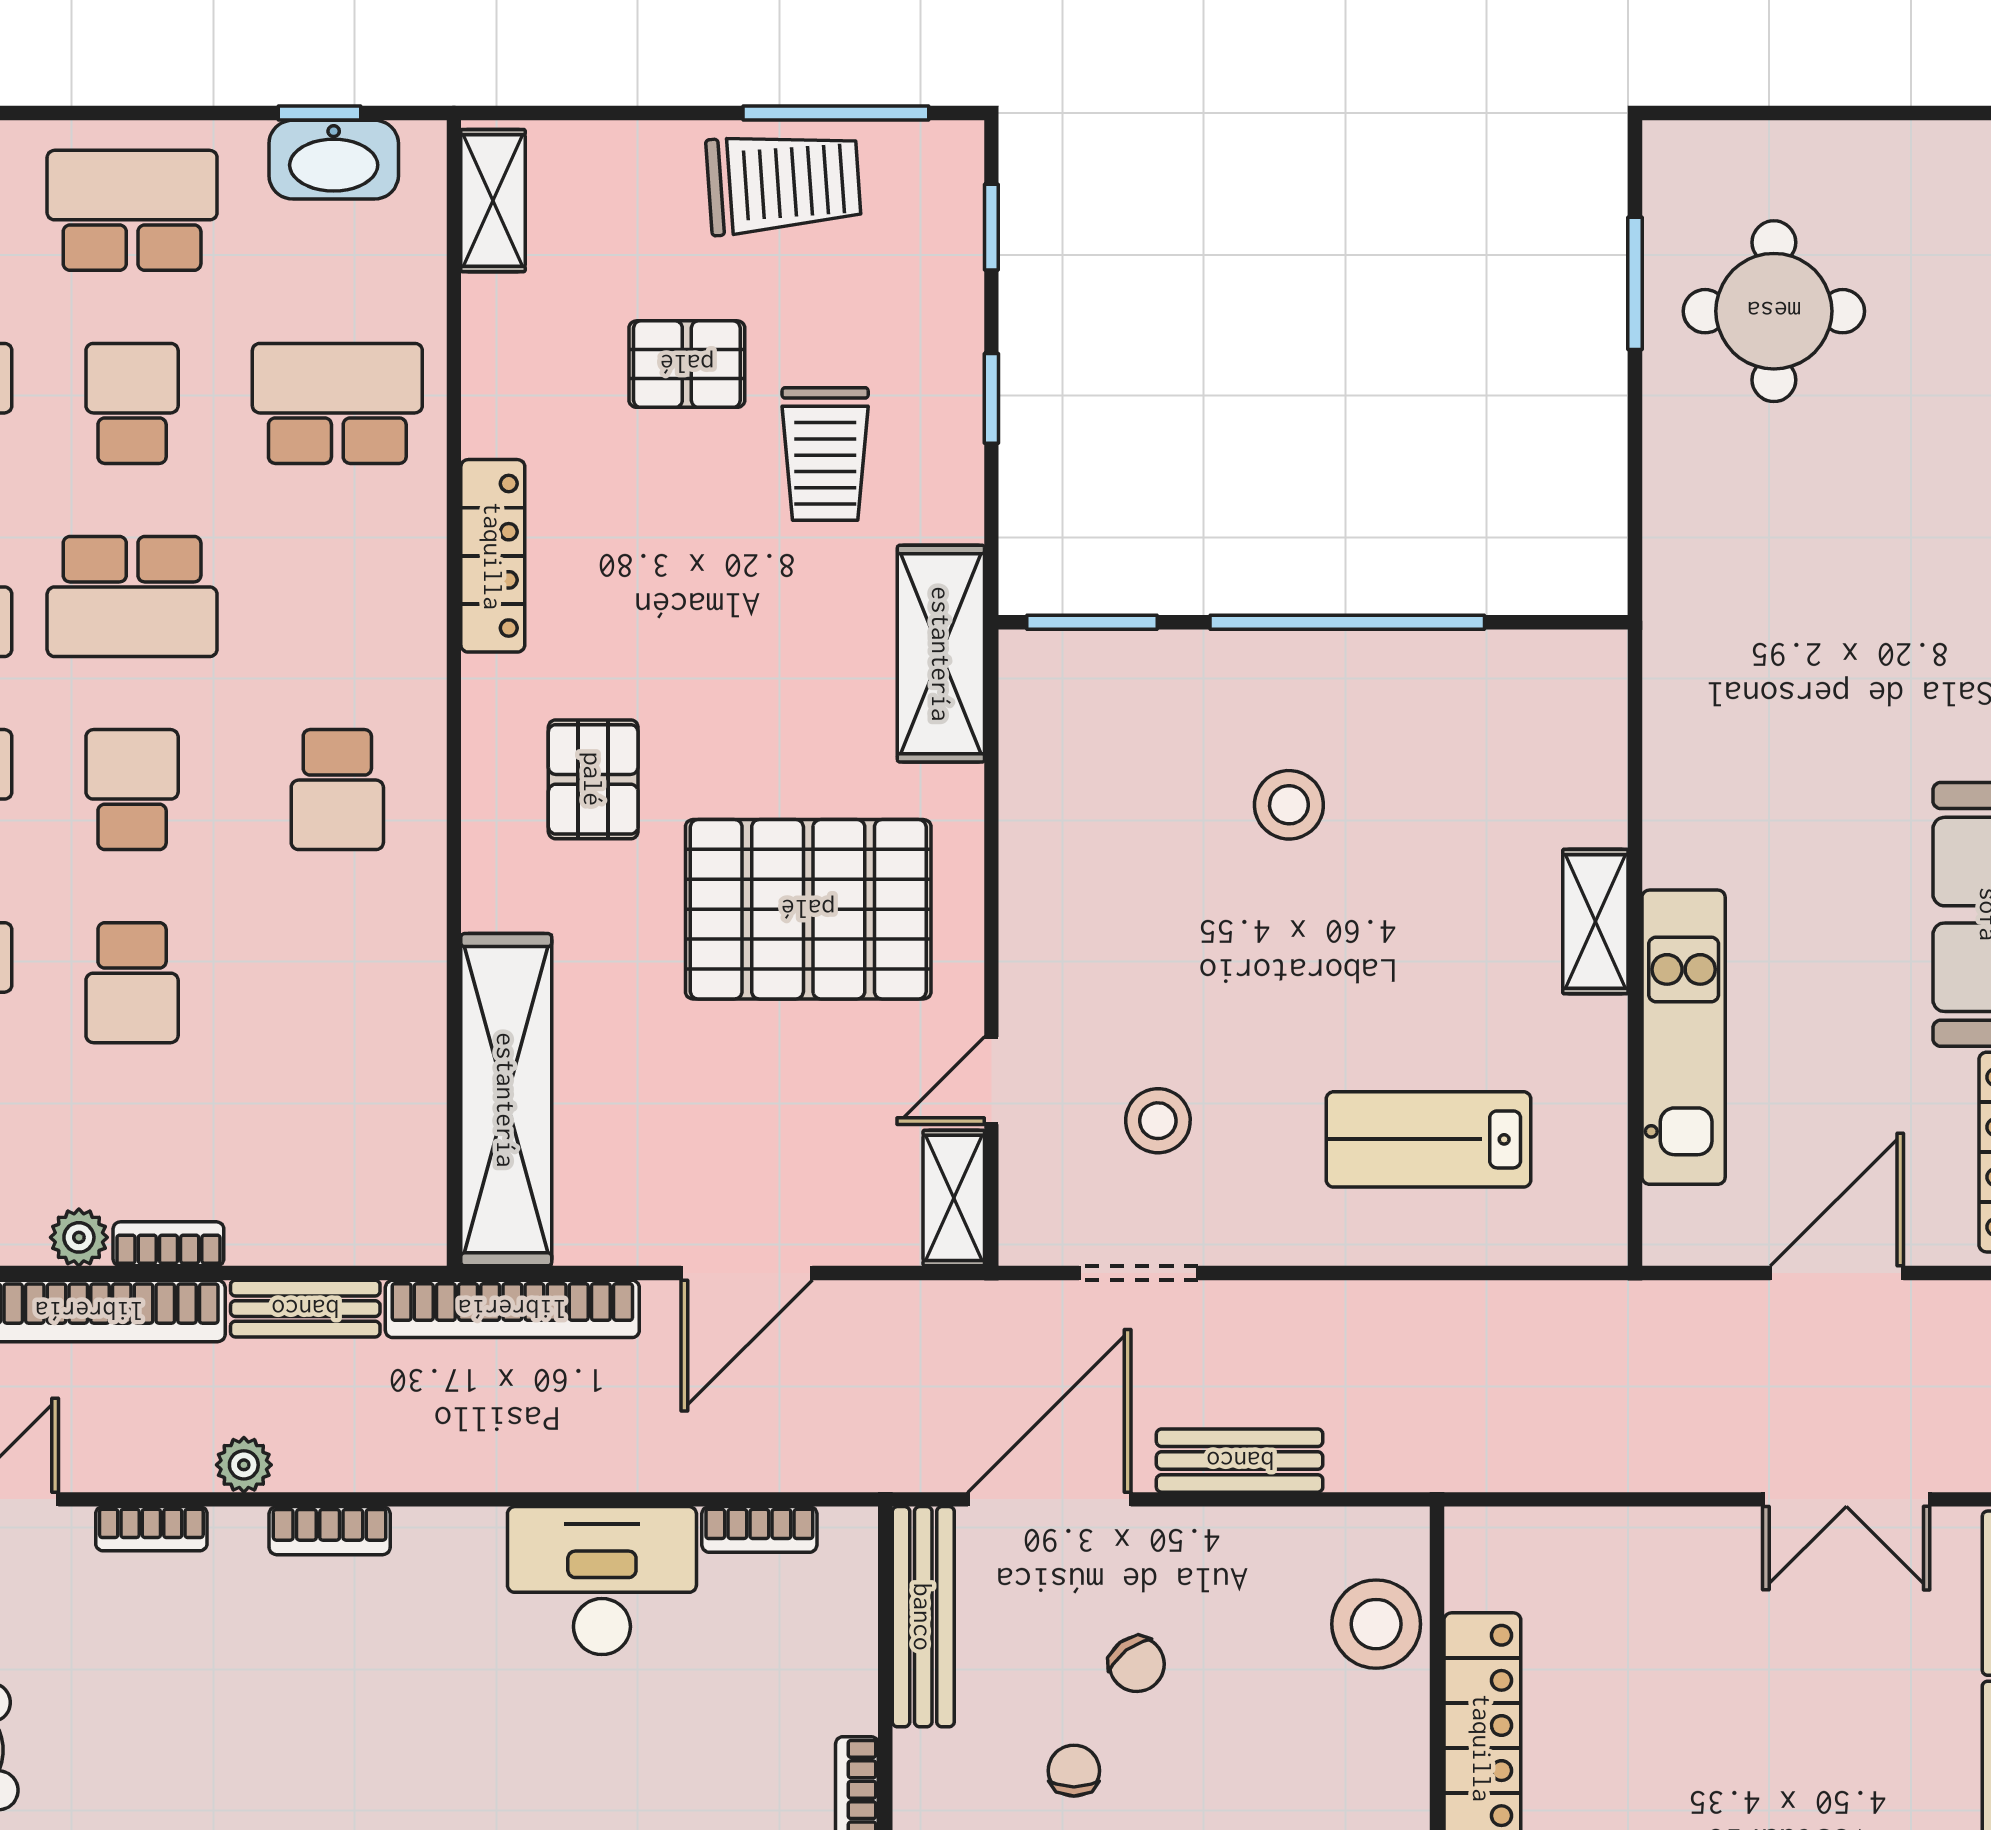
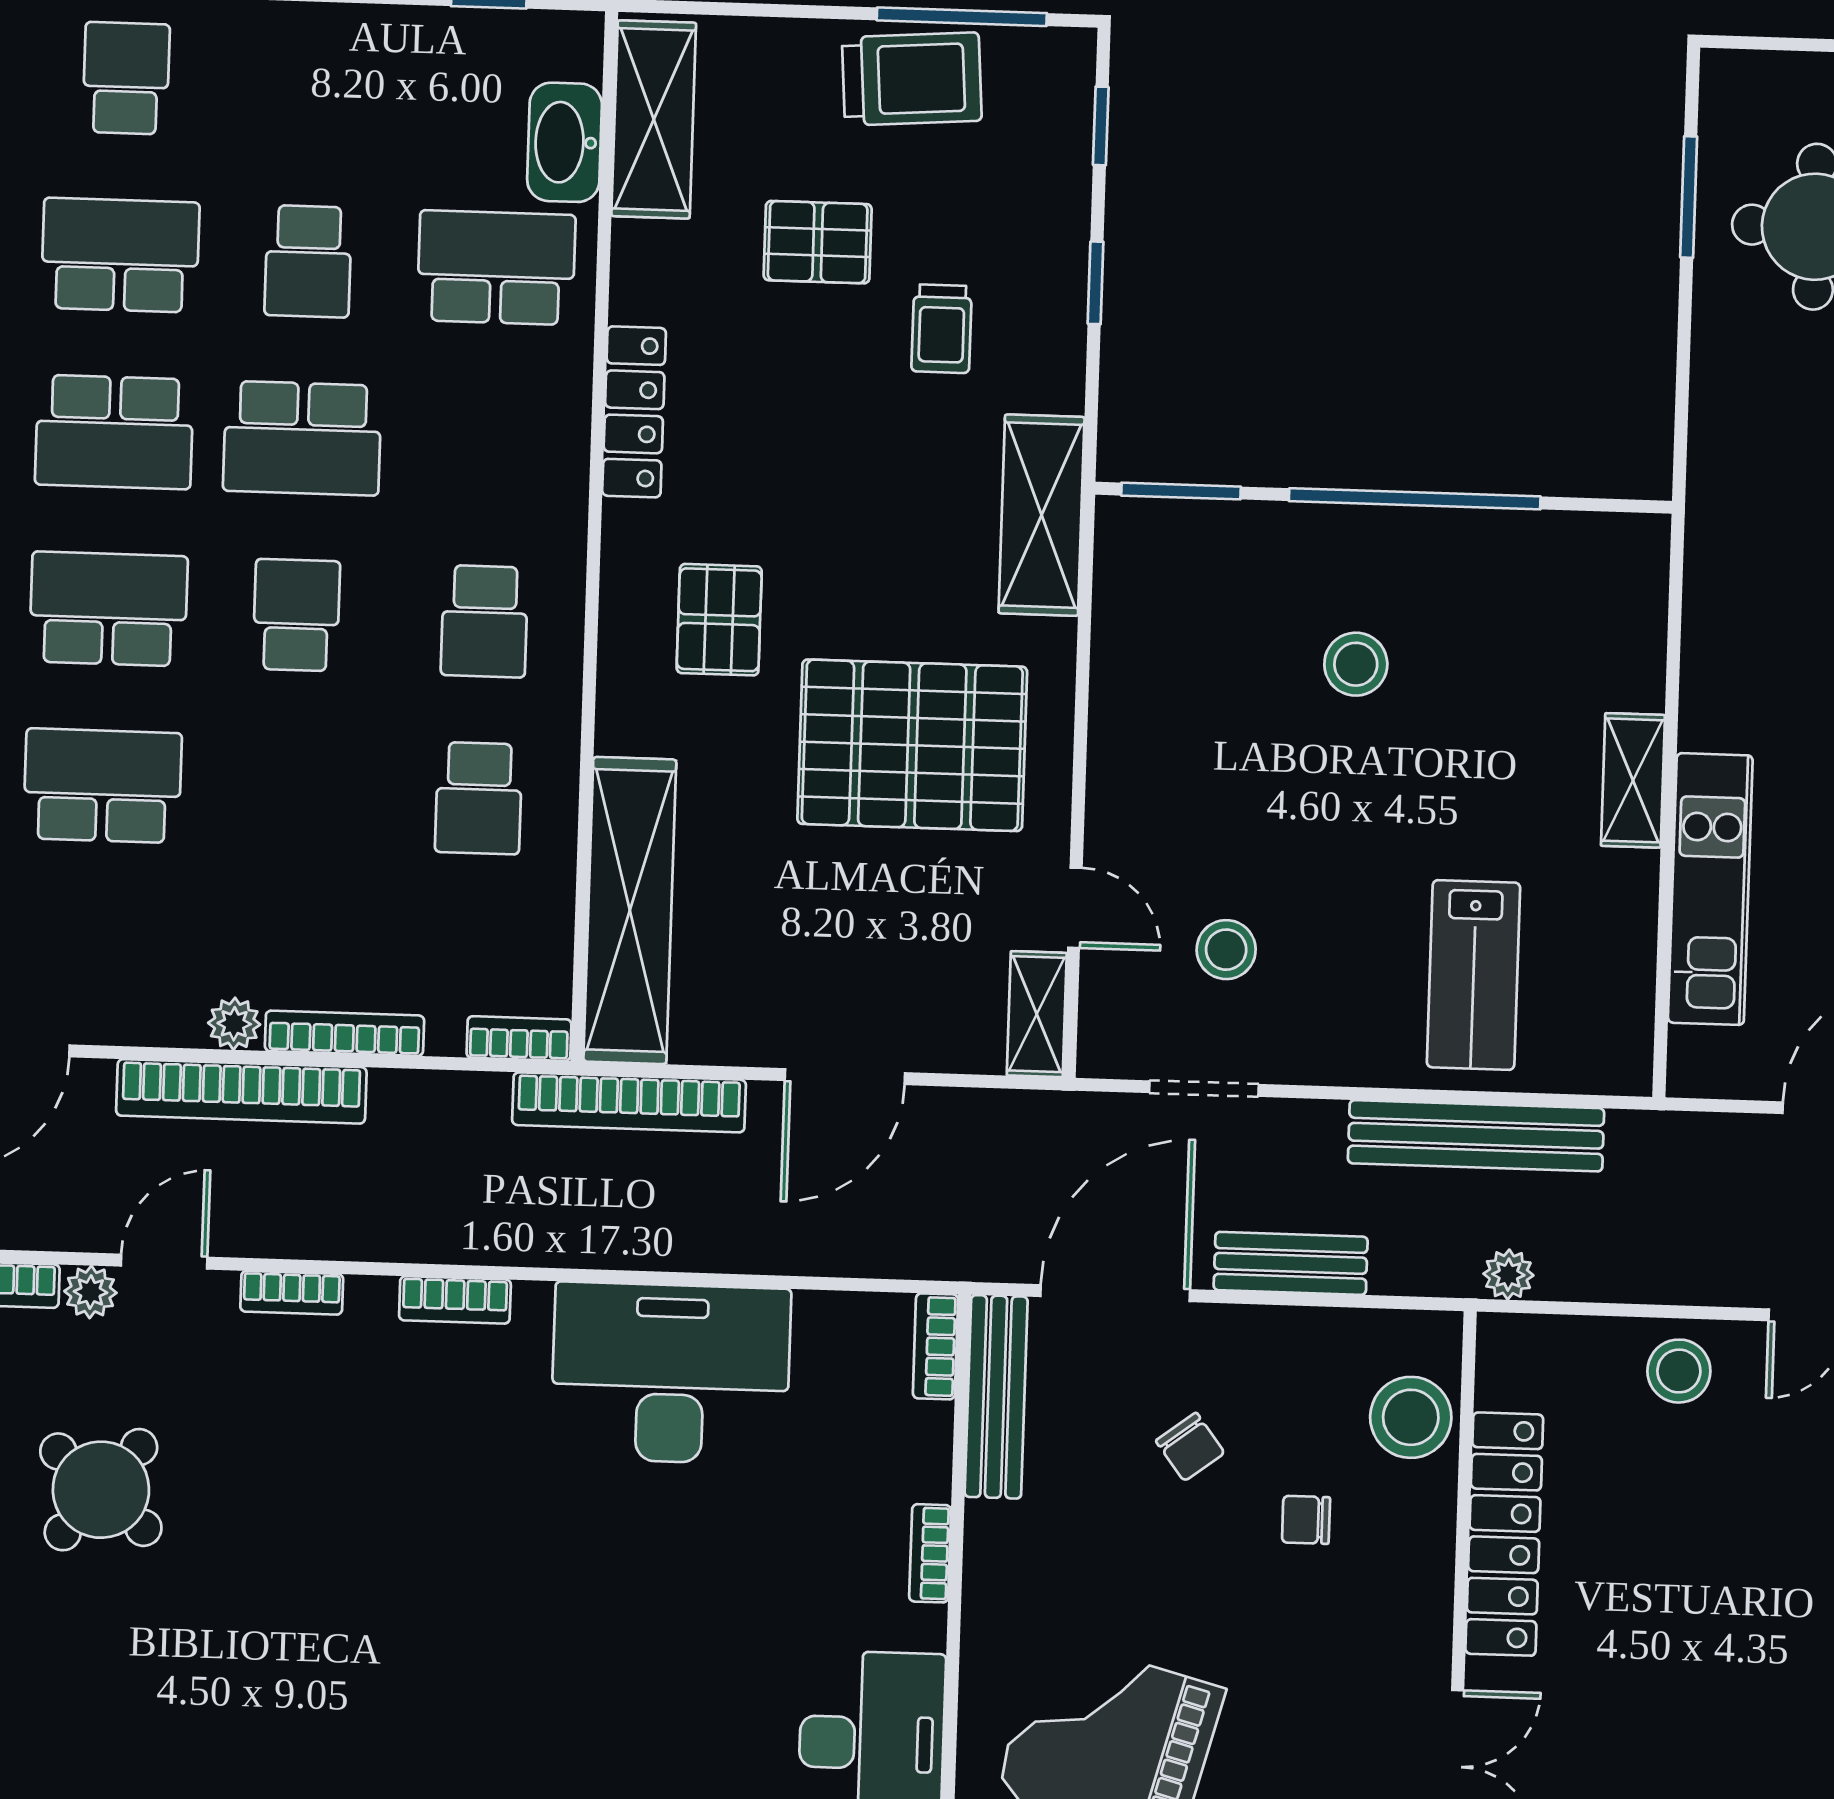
washbasin: (334, 160) -> (565, 142), moved, turned 90
shelving: (493, 201) -> (654, 119), width x1.50, depth x1.33
school desk: (132, 210) -> (314, 84), removed
school desk: (132, 403) -> (308, 261), turned 180
trolley: (825, 454) -> (942, 329), width x0.73, depth x0.72
school desk: (132, 983) -> (479, 798), moved
door: (991, 1081) -> (1075, 908), swing flipped
lab bench: (1429, 1139) -> (1473, 975), turned -90
bookcase: (390, 1243) -> (519, 1039), added
bookcase: (168, 1244) -> (344, 1033), width x1.56
bench: (305, 1309) -> (1476, 1136), moved, width x1.86, depth x1.21
plant: (244, 1465) -> (1508, 1275), moved
bookcase: (759, 1529) -> (935, 1346), moved, turned 90
stool: (1667, 1564) -> (1679, 1371), added
desk: (602, 1581) -> (671, 1373), width x1.36, depth x1.30
chair: (1074, 1771) -> (1306, 1520), moved, turned -90

